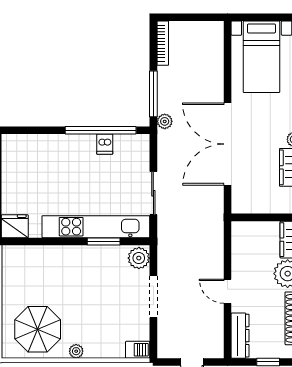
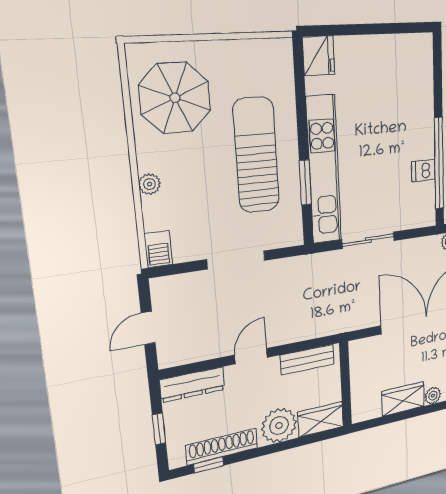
bench: (239, 248) -> (307, 360), added
plant: (139, 258) -> (287, 233), removed
sun lounger: (80, 277) -> (256, 155), added
plant: (76, 351) -> (150, 184), moved

